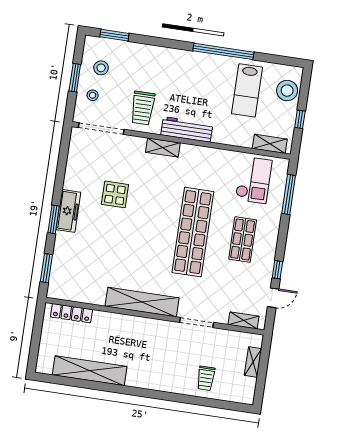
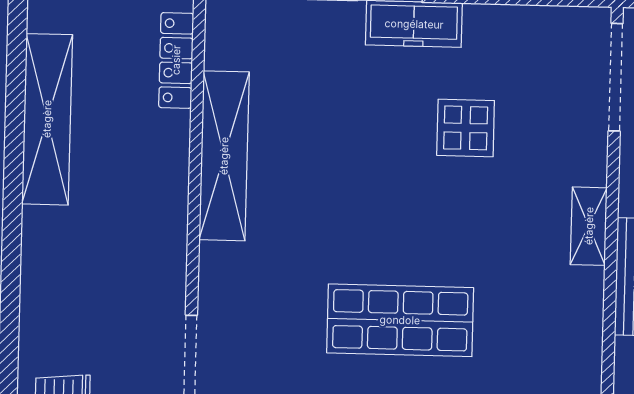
shop shelf: (193, 232) -> (400, 320), width x0.71
shelving: (142, 302) -> (224, 156), moved

